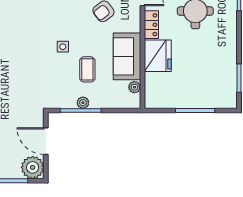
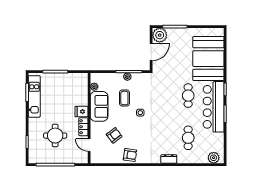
fridge: (158, 56) -> (82, 112), width x0.53, depth x0.75
kitchen unit: (228, 72) -> (34, 96), added
door: (46, 141) -> (151, 52), hinge flipped

